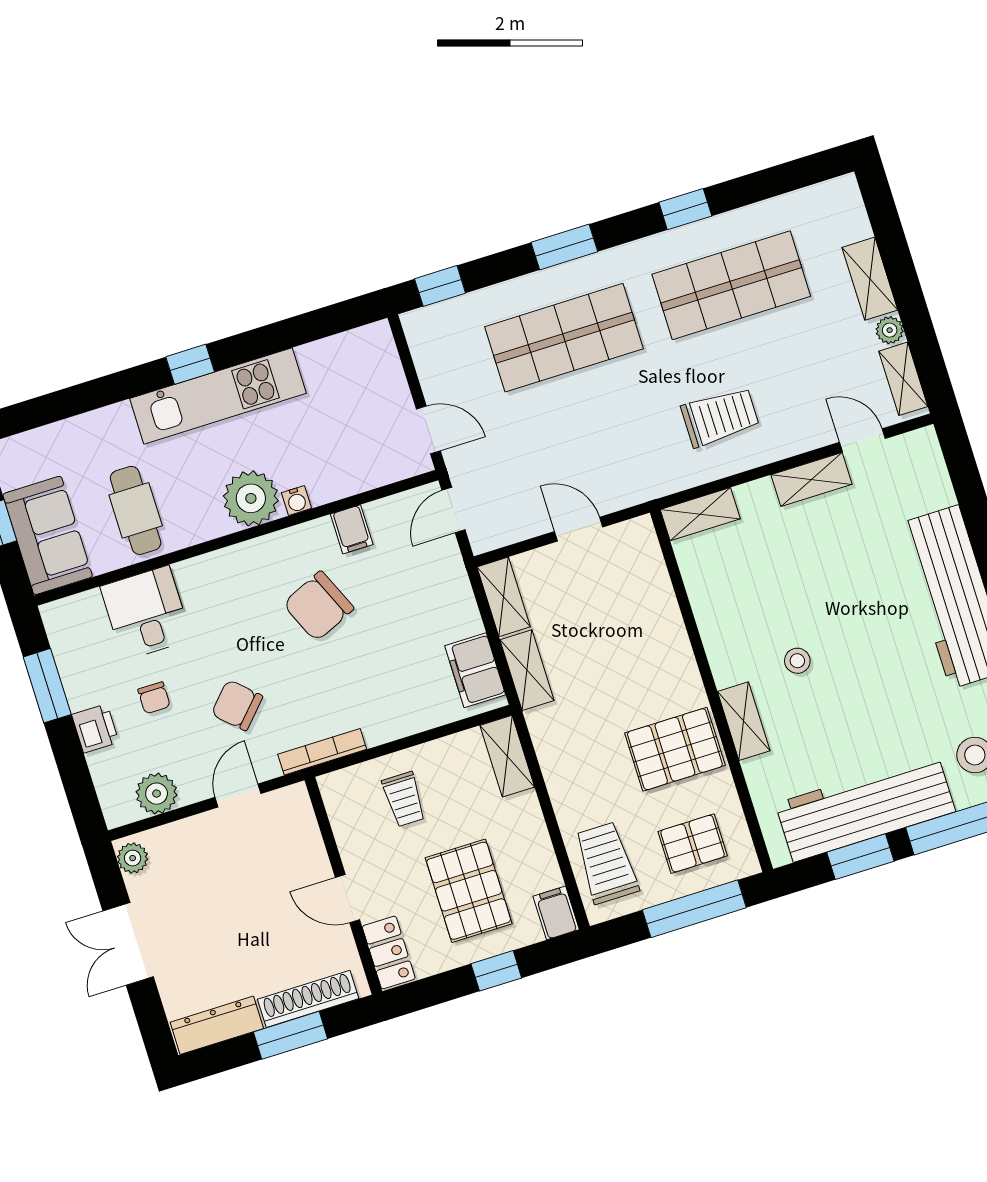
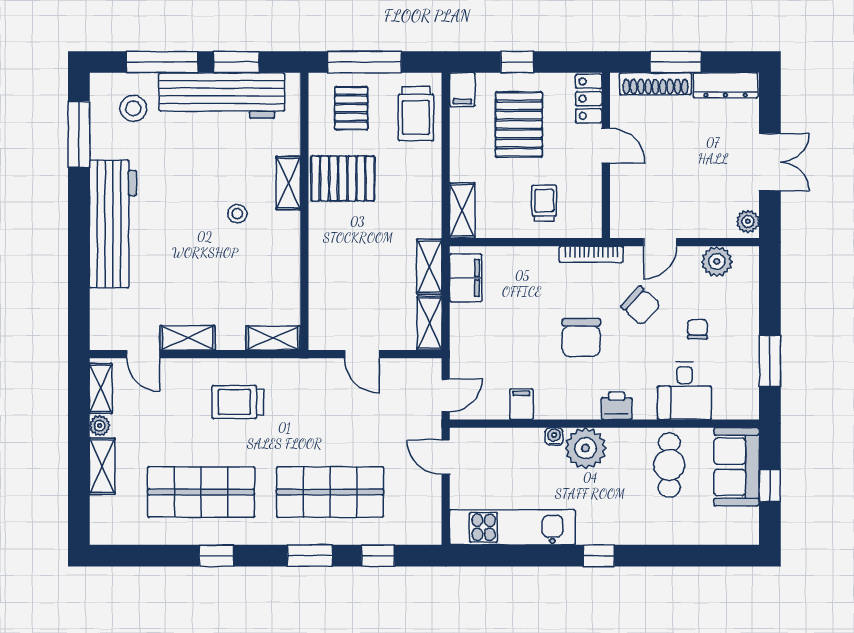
window: (440, 286) -> (378, 556), moved
kitchen unit: (218, 396) -> (512, 527), moved
chair: (318, 606) -> (581, 338), moved, turned 114
printer: (95, 728) -> (617, 406), moved, turned 90
pallet: (693, 844) -> (351, 108), turned 90

